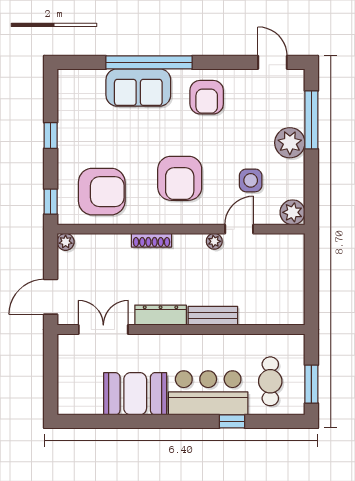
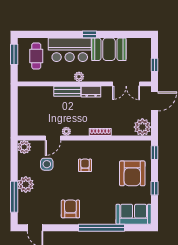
sofa: (138, 87) -> (134, 214), moved
armchair: (180, 178) -> (85, 165), width x0.53, depth x0.53
armchair: (102, 192) -> (132, 173), moved, turned -90
plant: (66, 242) -> (142, 127), width x1.88, depth x1.88
dresser: (161, 315) -> (91, 92), width x0.70
plant: (191, 343) -> (79, 77), added
window: (51, 365) -> (154, 65), added
window: (232, 421) -> (90, 34), moved

